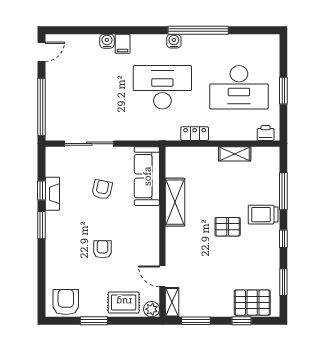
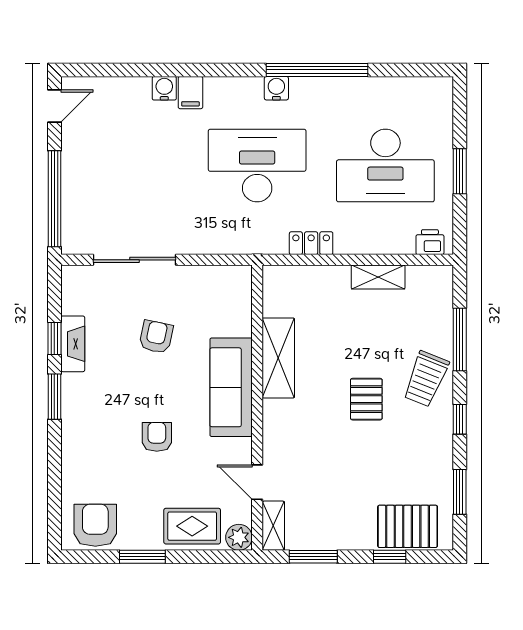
sofa: (147, 176) -> (231, 387), moved
trolley: (263, 215) -> (426, 379), turned -68
pallet: (228, 227) -> (366, 399), turned 90

